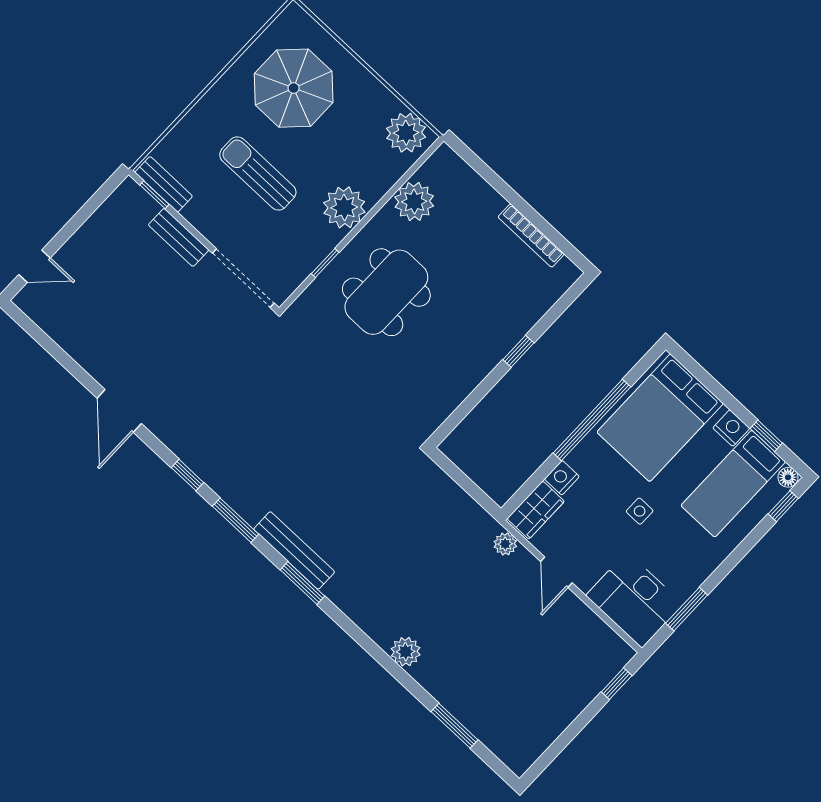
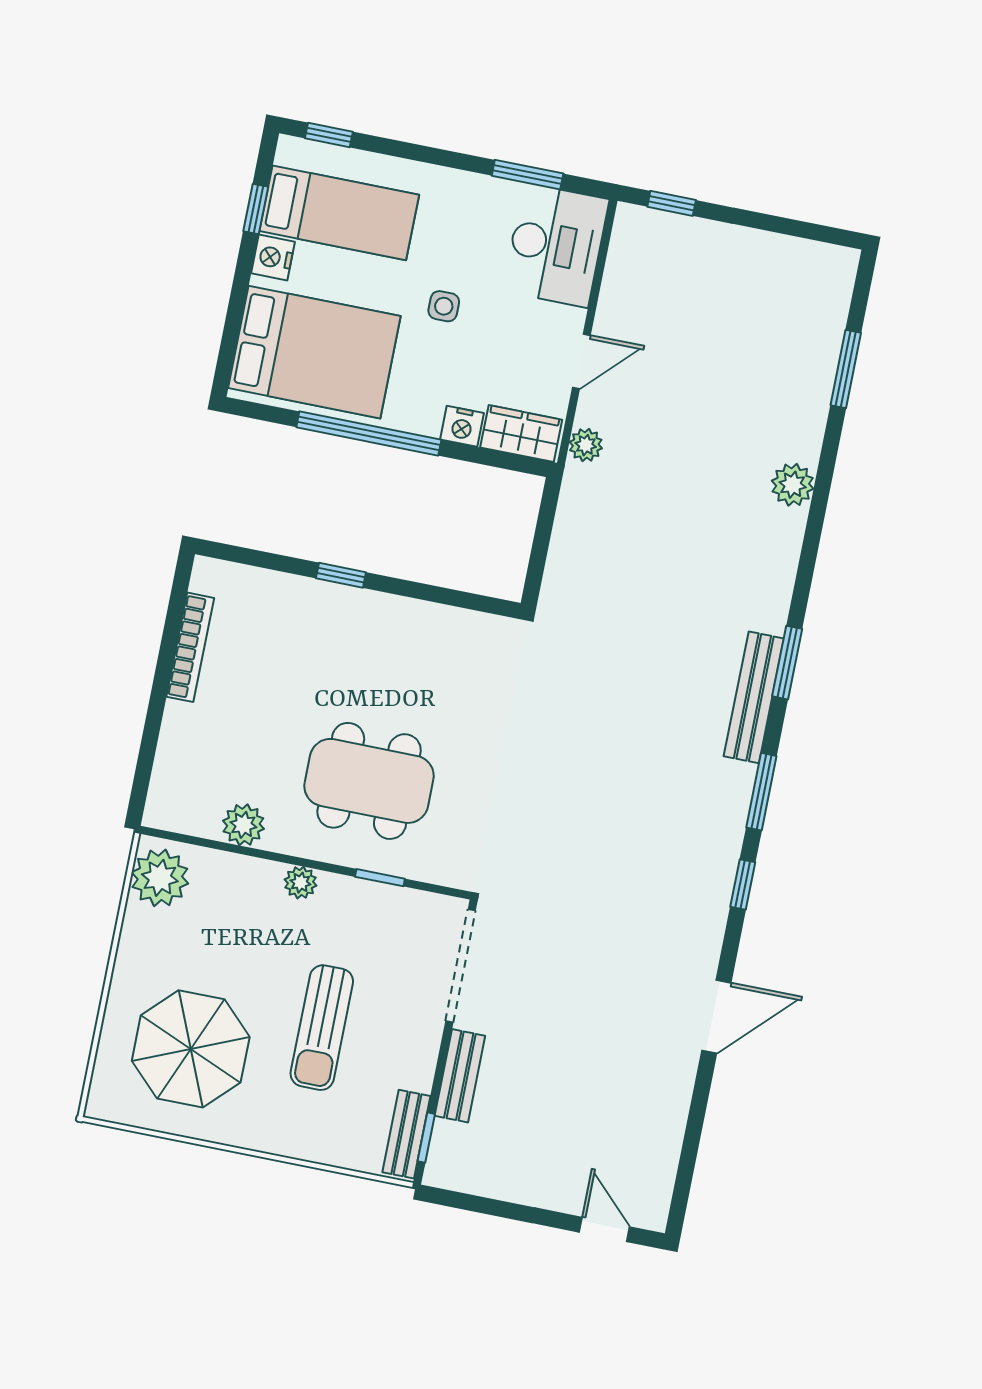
plant: (414, 202) -> (243, 825), width x0.73, depth x0.73
plant: (344, 207) -> (300, 883), width x0.53, depth x0.53
floor lamp: (788, 477) -> (290, 151), removed

